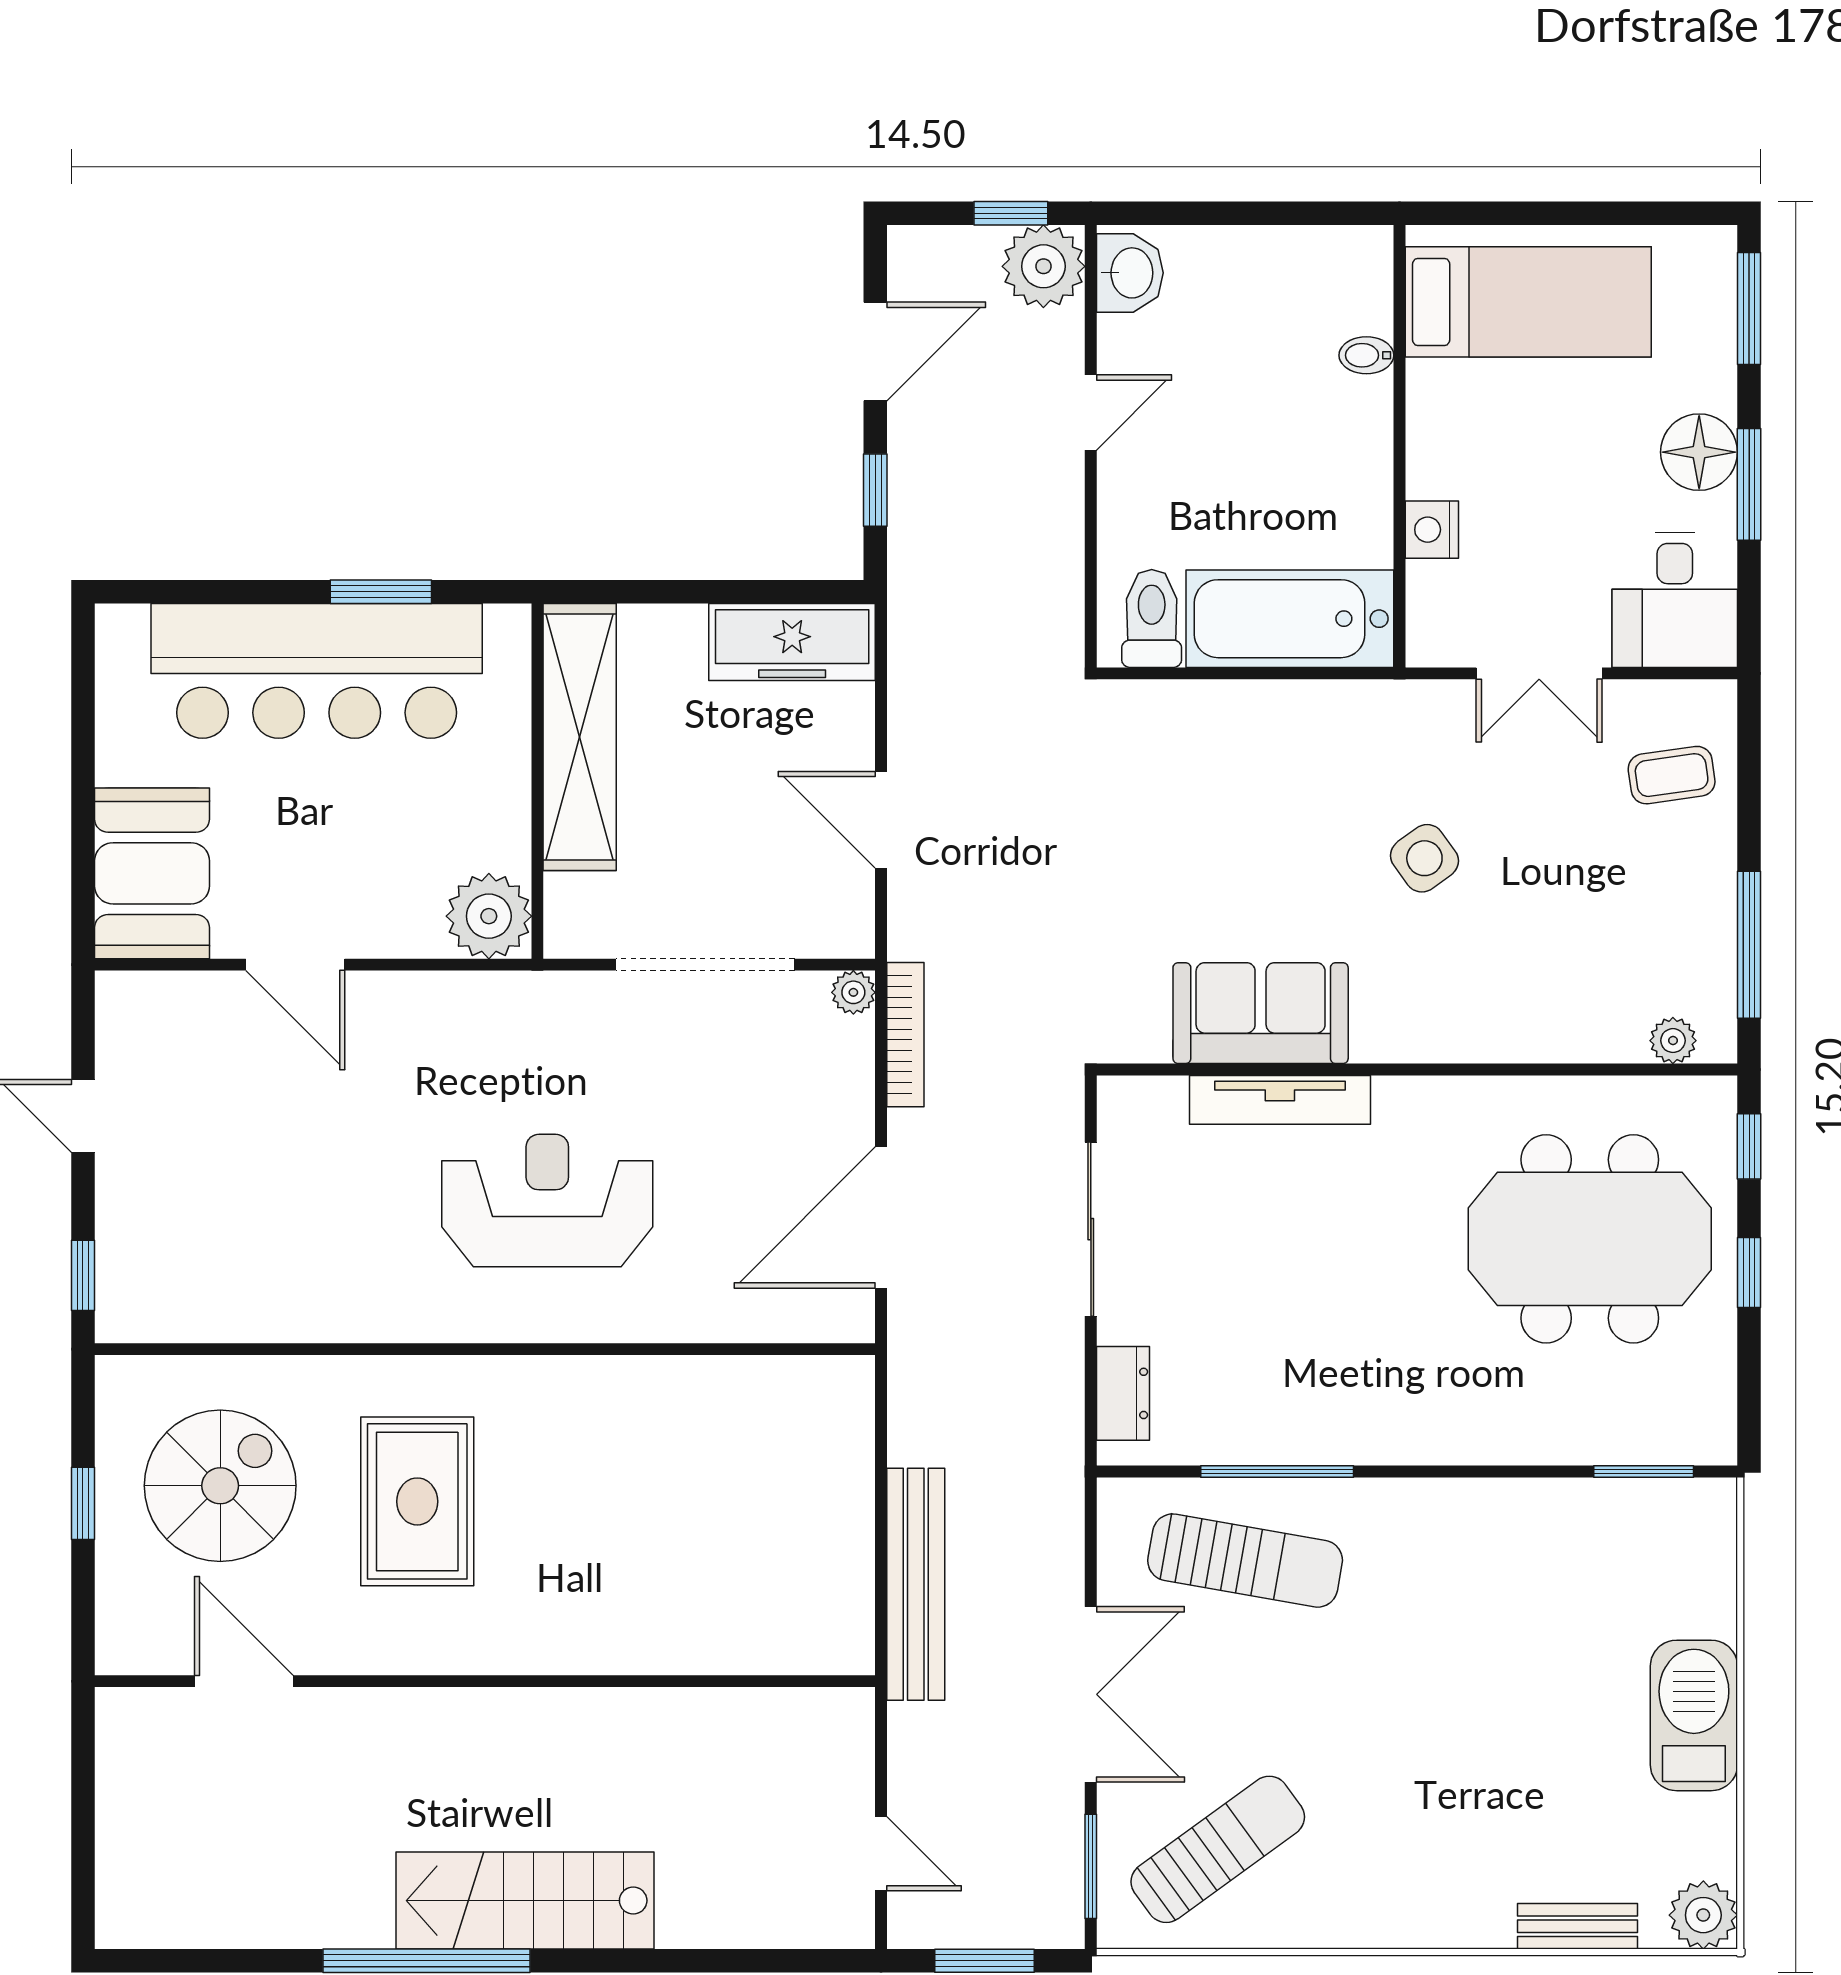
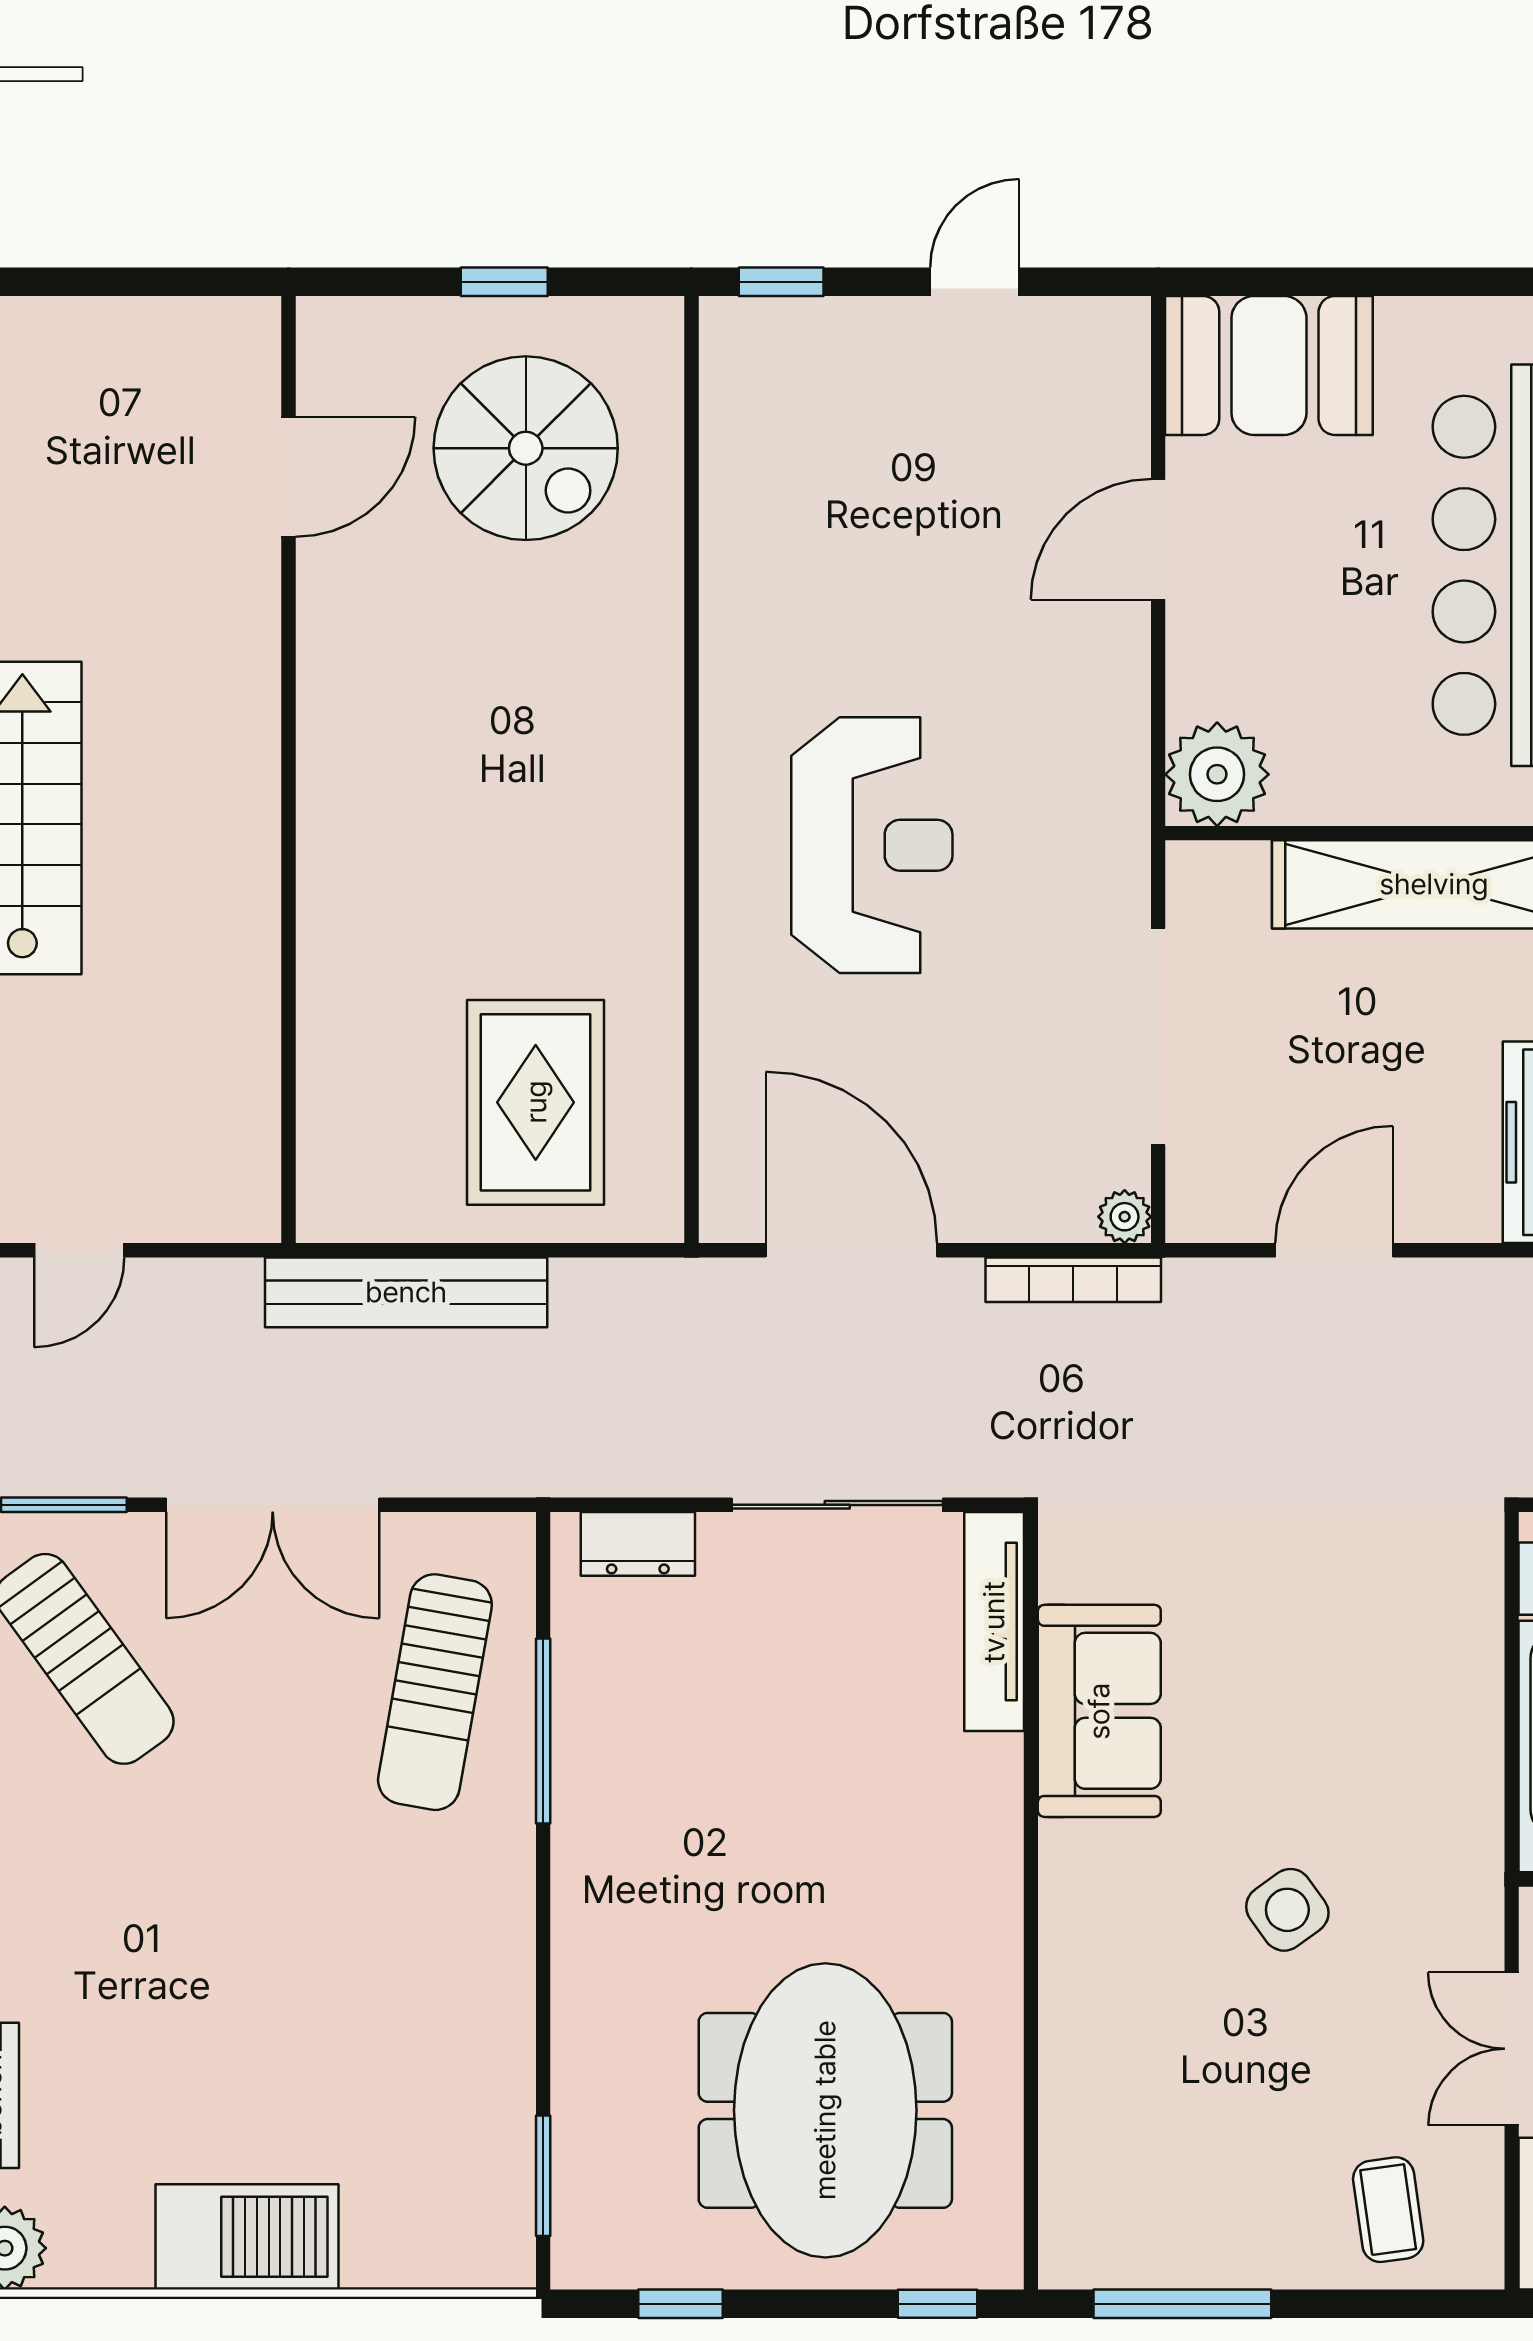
plant: (1673, 1041) -> (1066, 2211), removed
tv unit: (1280, 1100) -> (994, 1622), moved
window: (1749, 1272) -> (681, 2304), moved
rug: (417, 1501) -> (536, 1102), moved, turned 90

